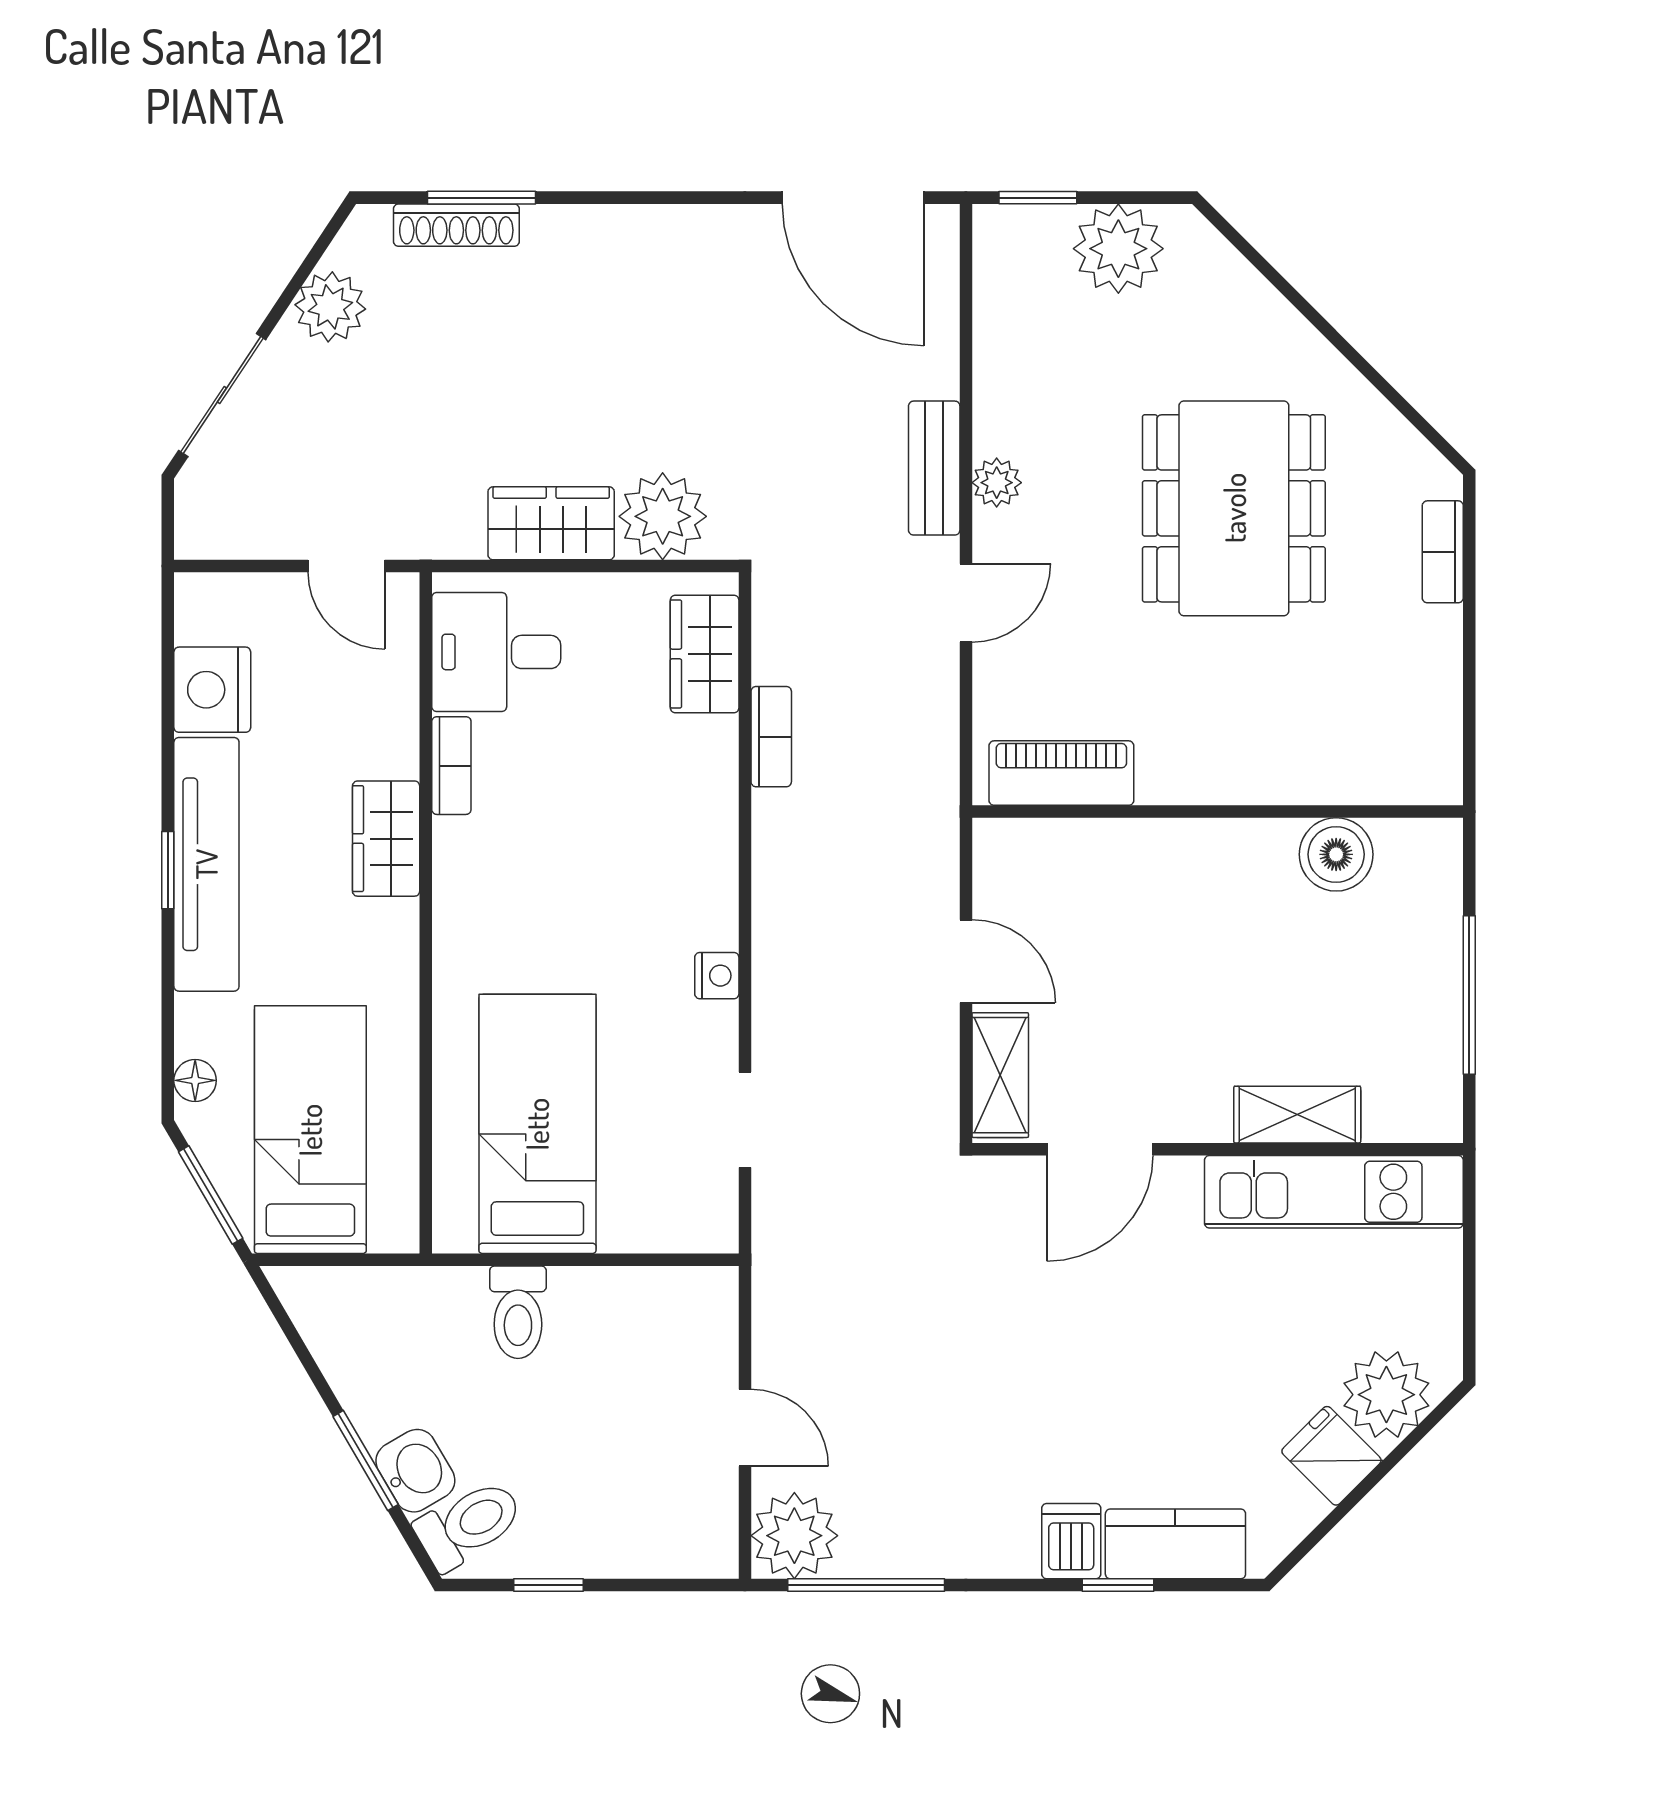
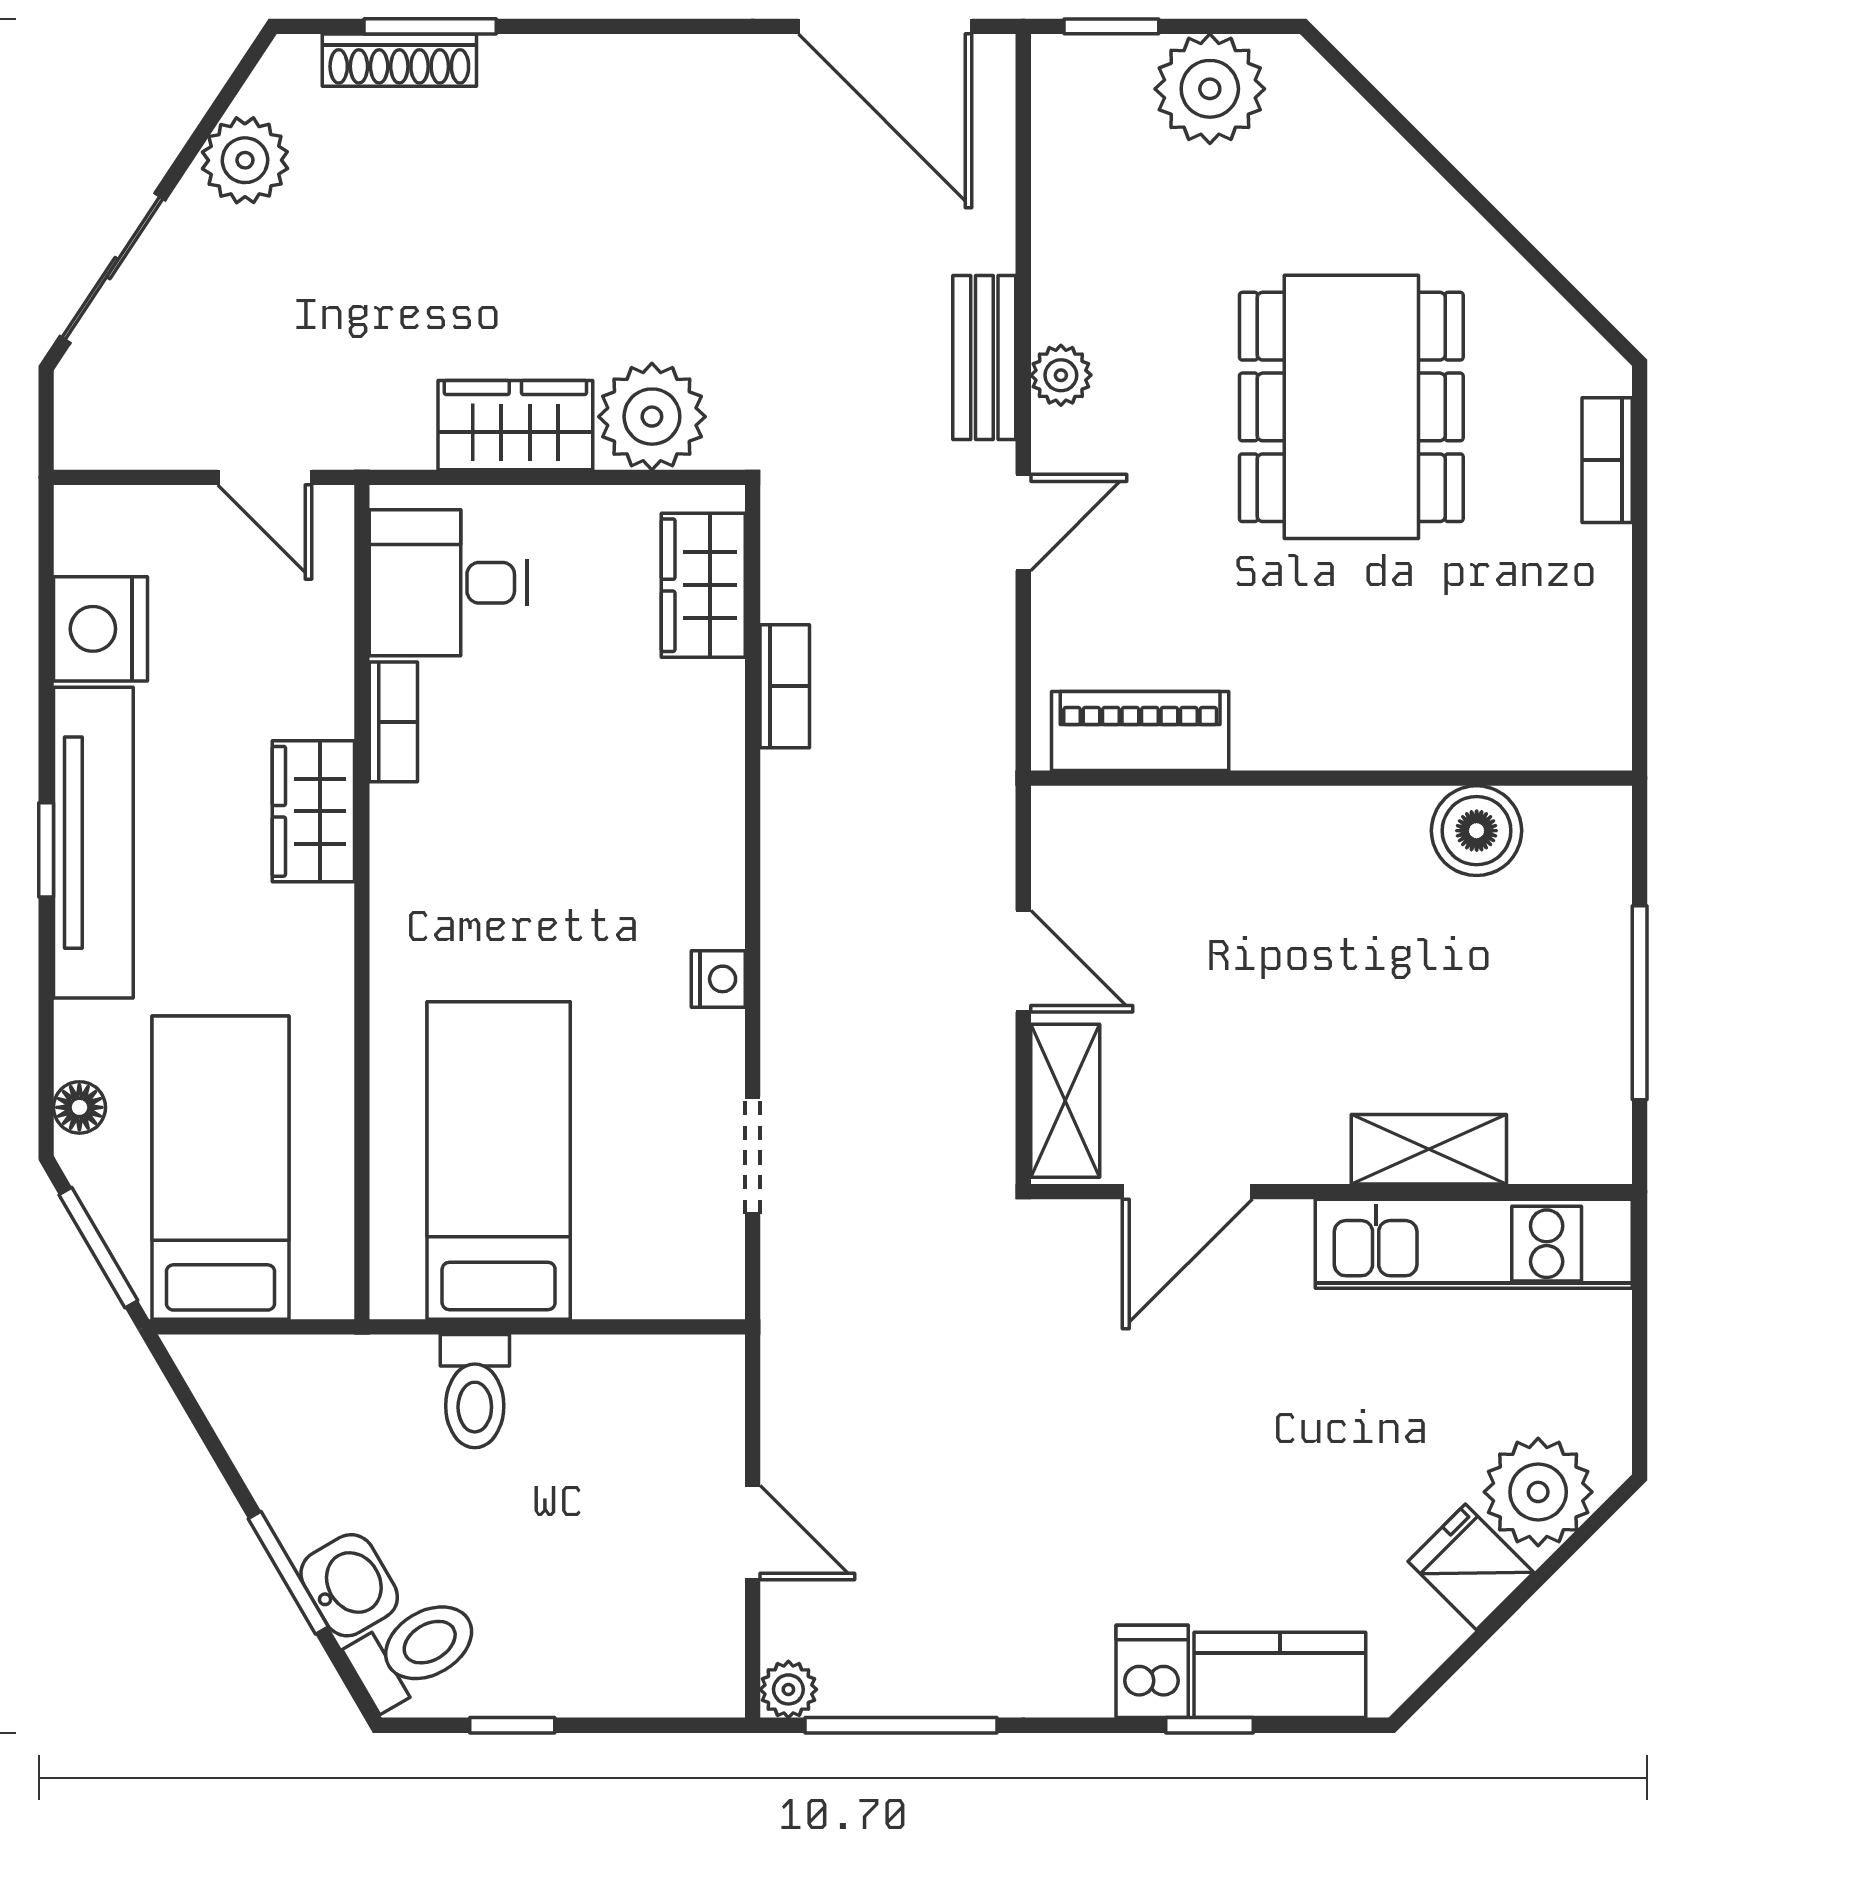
plant: (794, 1536) -> (788, 1689), width x0.53, depth x0.53

